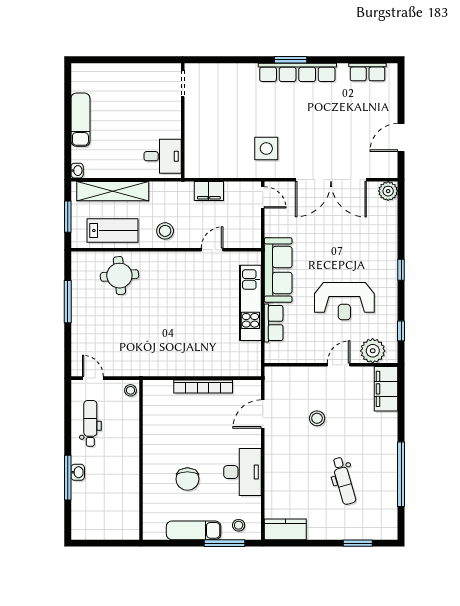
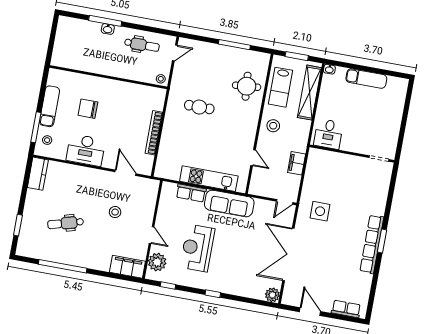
row of seats: (368, 72) -> (346, 309), moved, turned 90
cafe table: (158, 333) -> (199, 107), added

